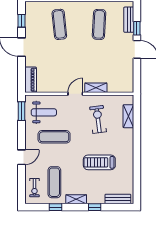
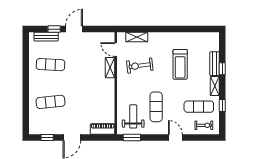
door: (75, 94) -> (116, 50), moved
bench: (118, 199) -> (215, 64), moved

